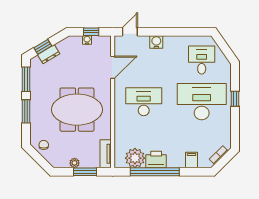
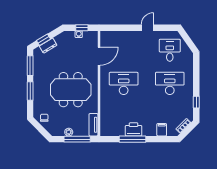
door: (130, 32) -> (147, 28), moved
water cooler: (156, 42) -> (134, 36), removed
window: (235, 99) -> (196, 102), moved
desk: (202, 102) -> (170, 83), width x0.73, depth x0.77
plant: (135, 158) -> (117, 128), removed
window: (85, 172) -> (77, 139), width x1.44
window: (155, 172) -> (132, 139), width x0.68

